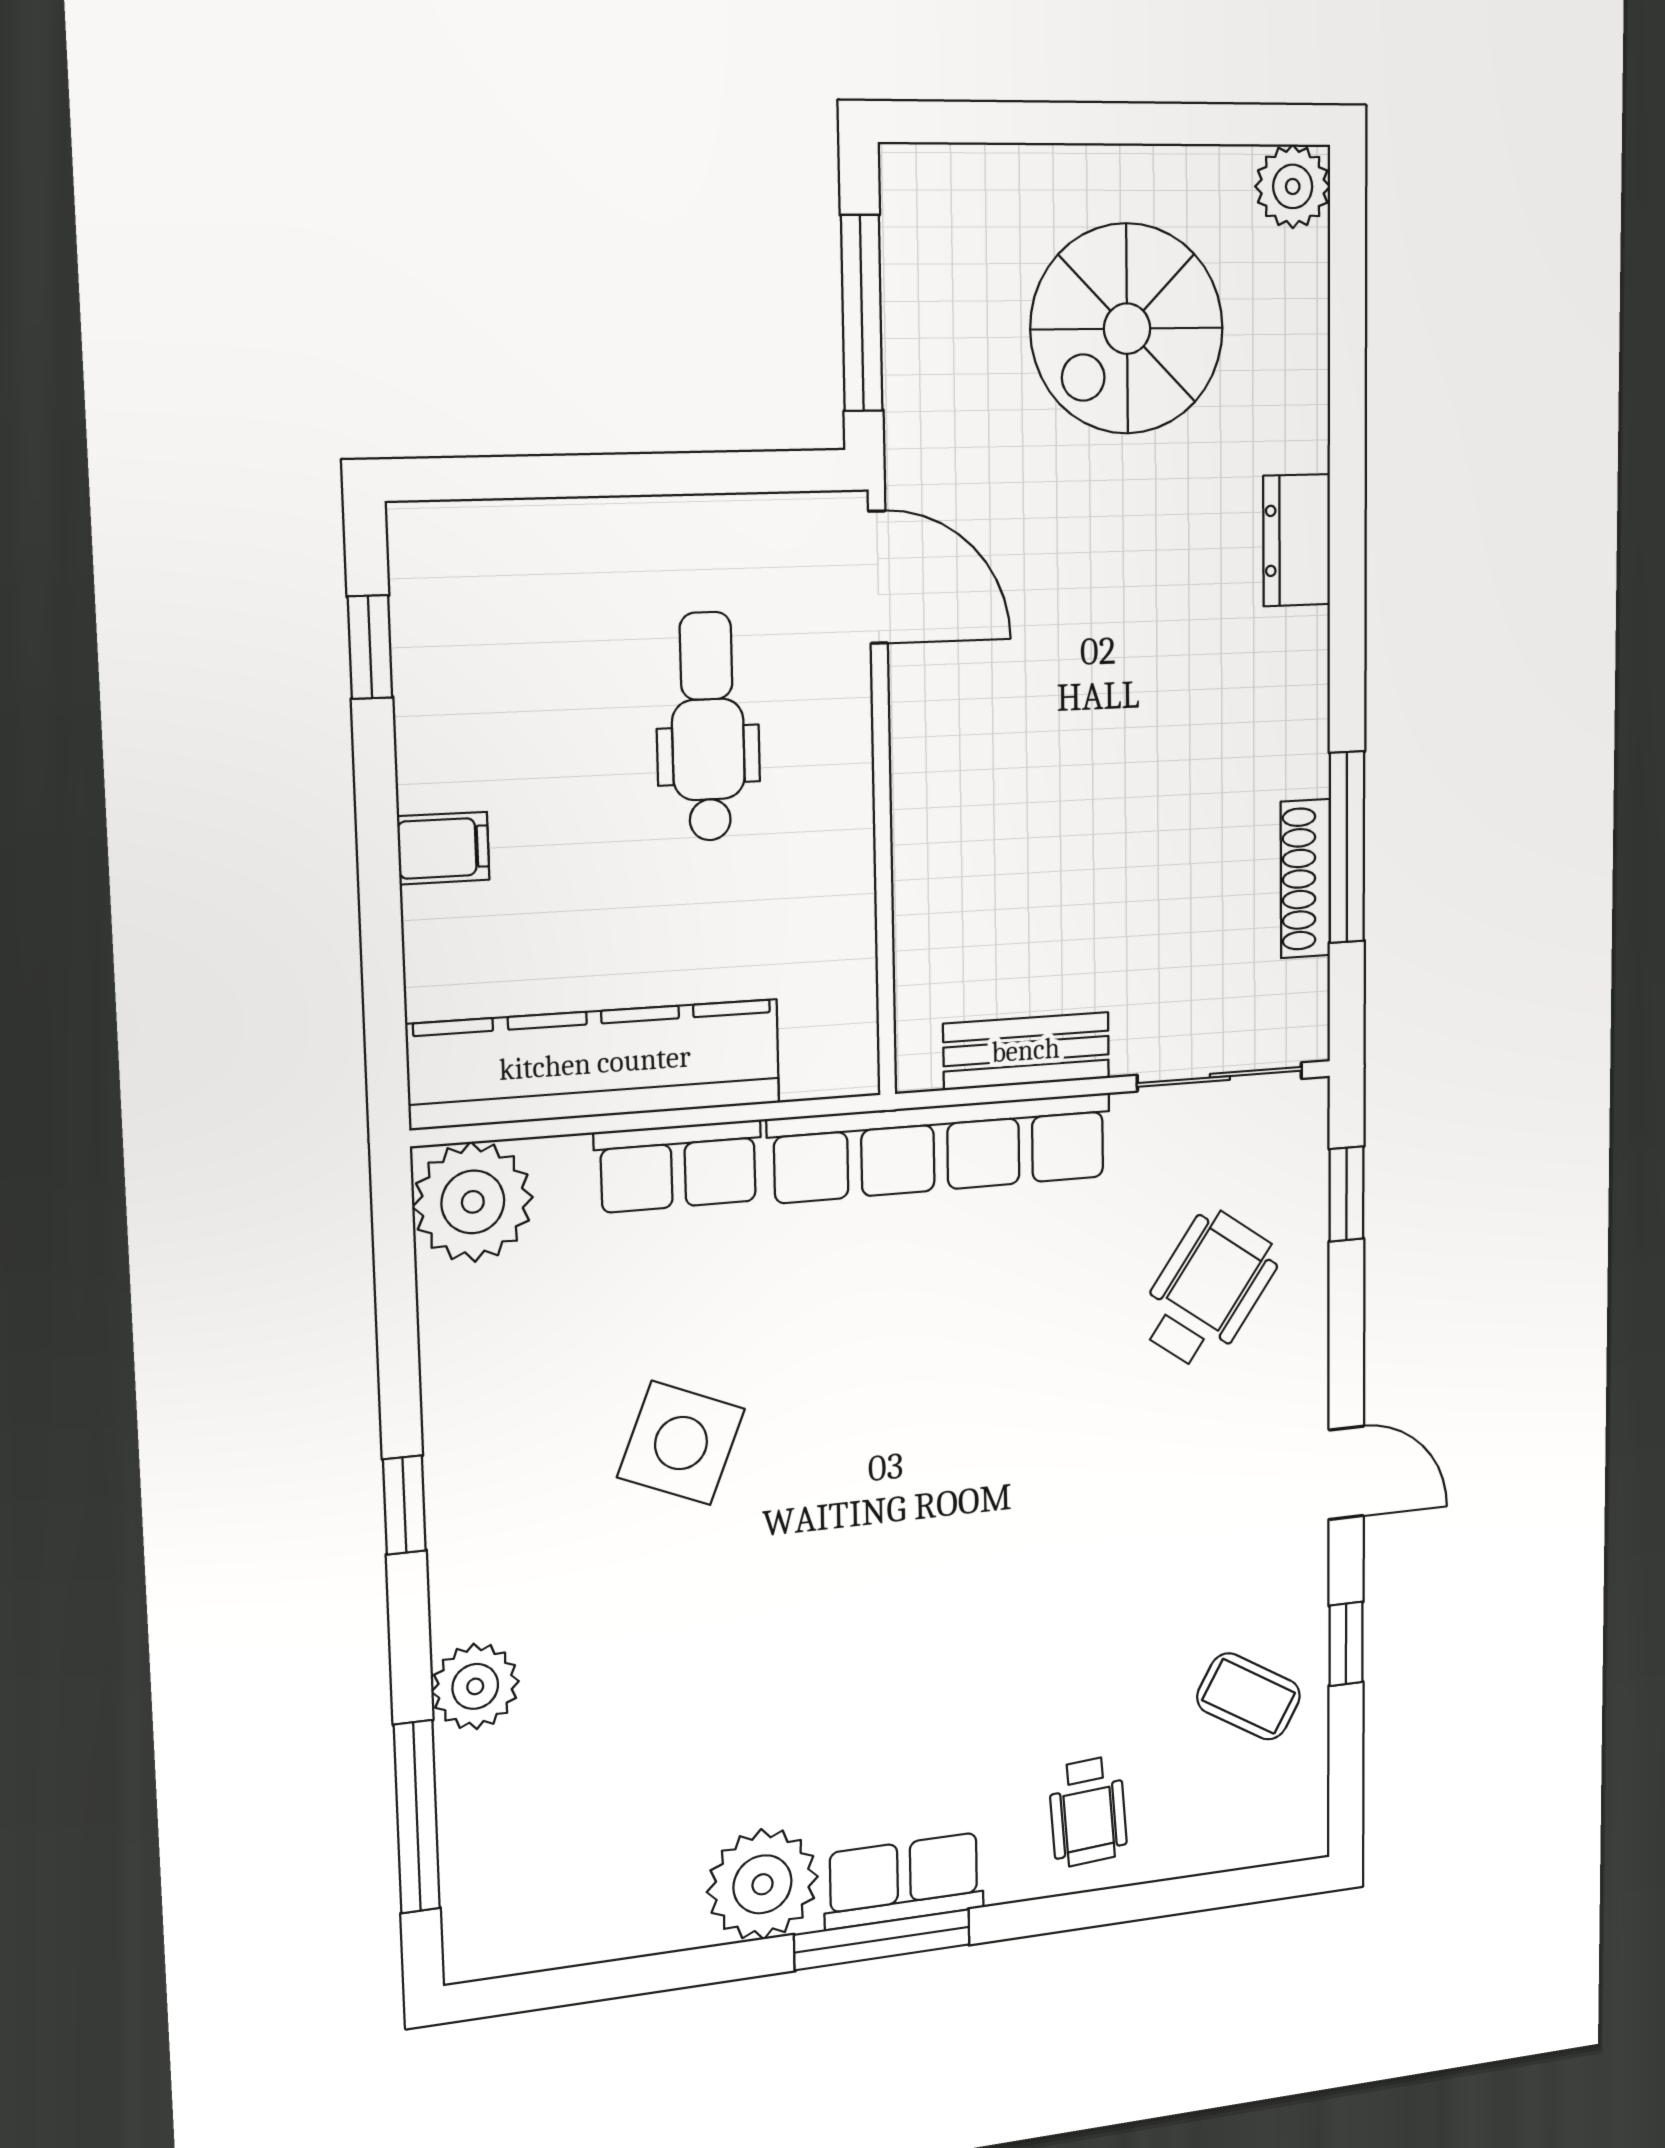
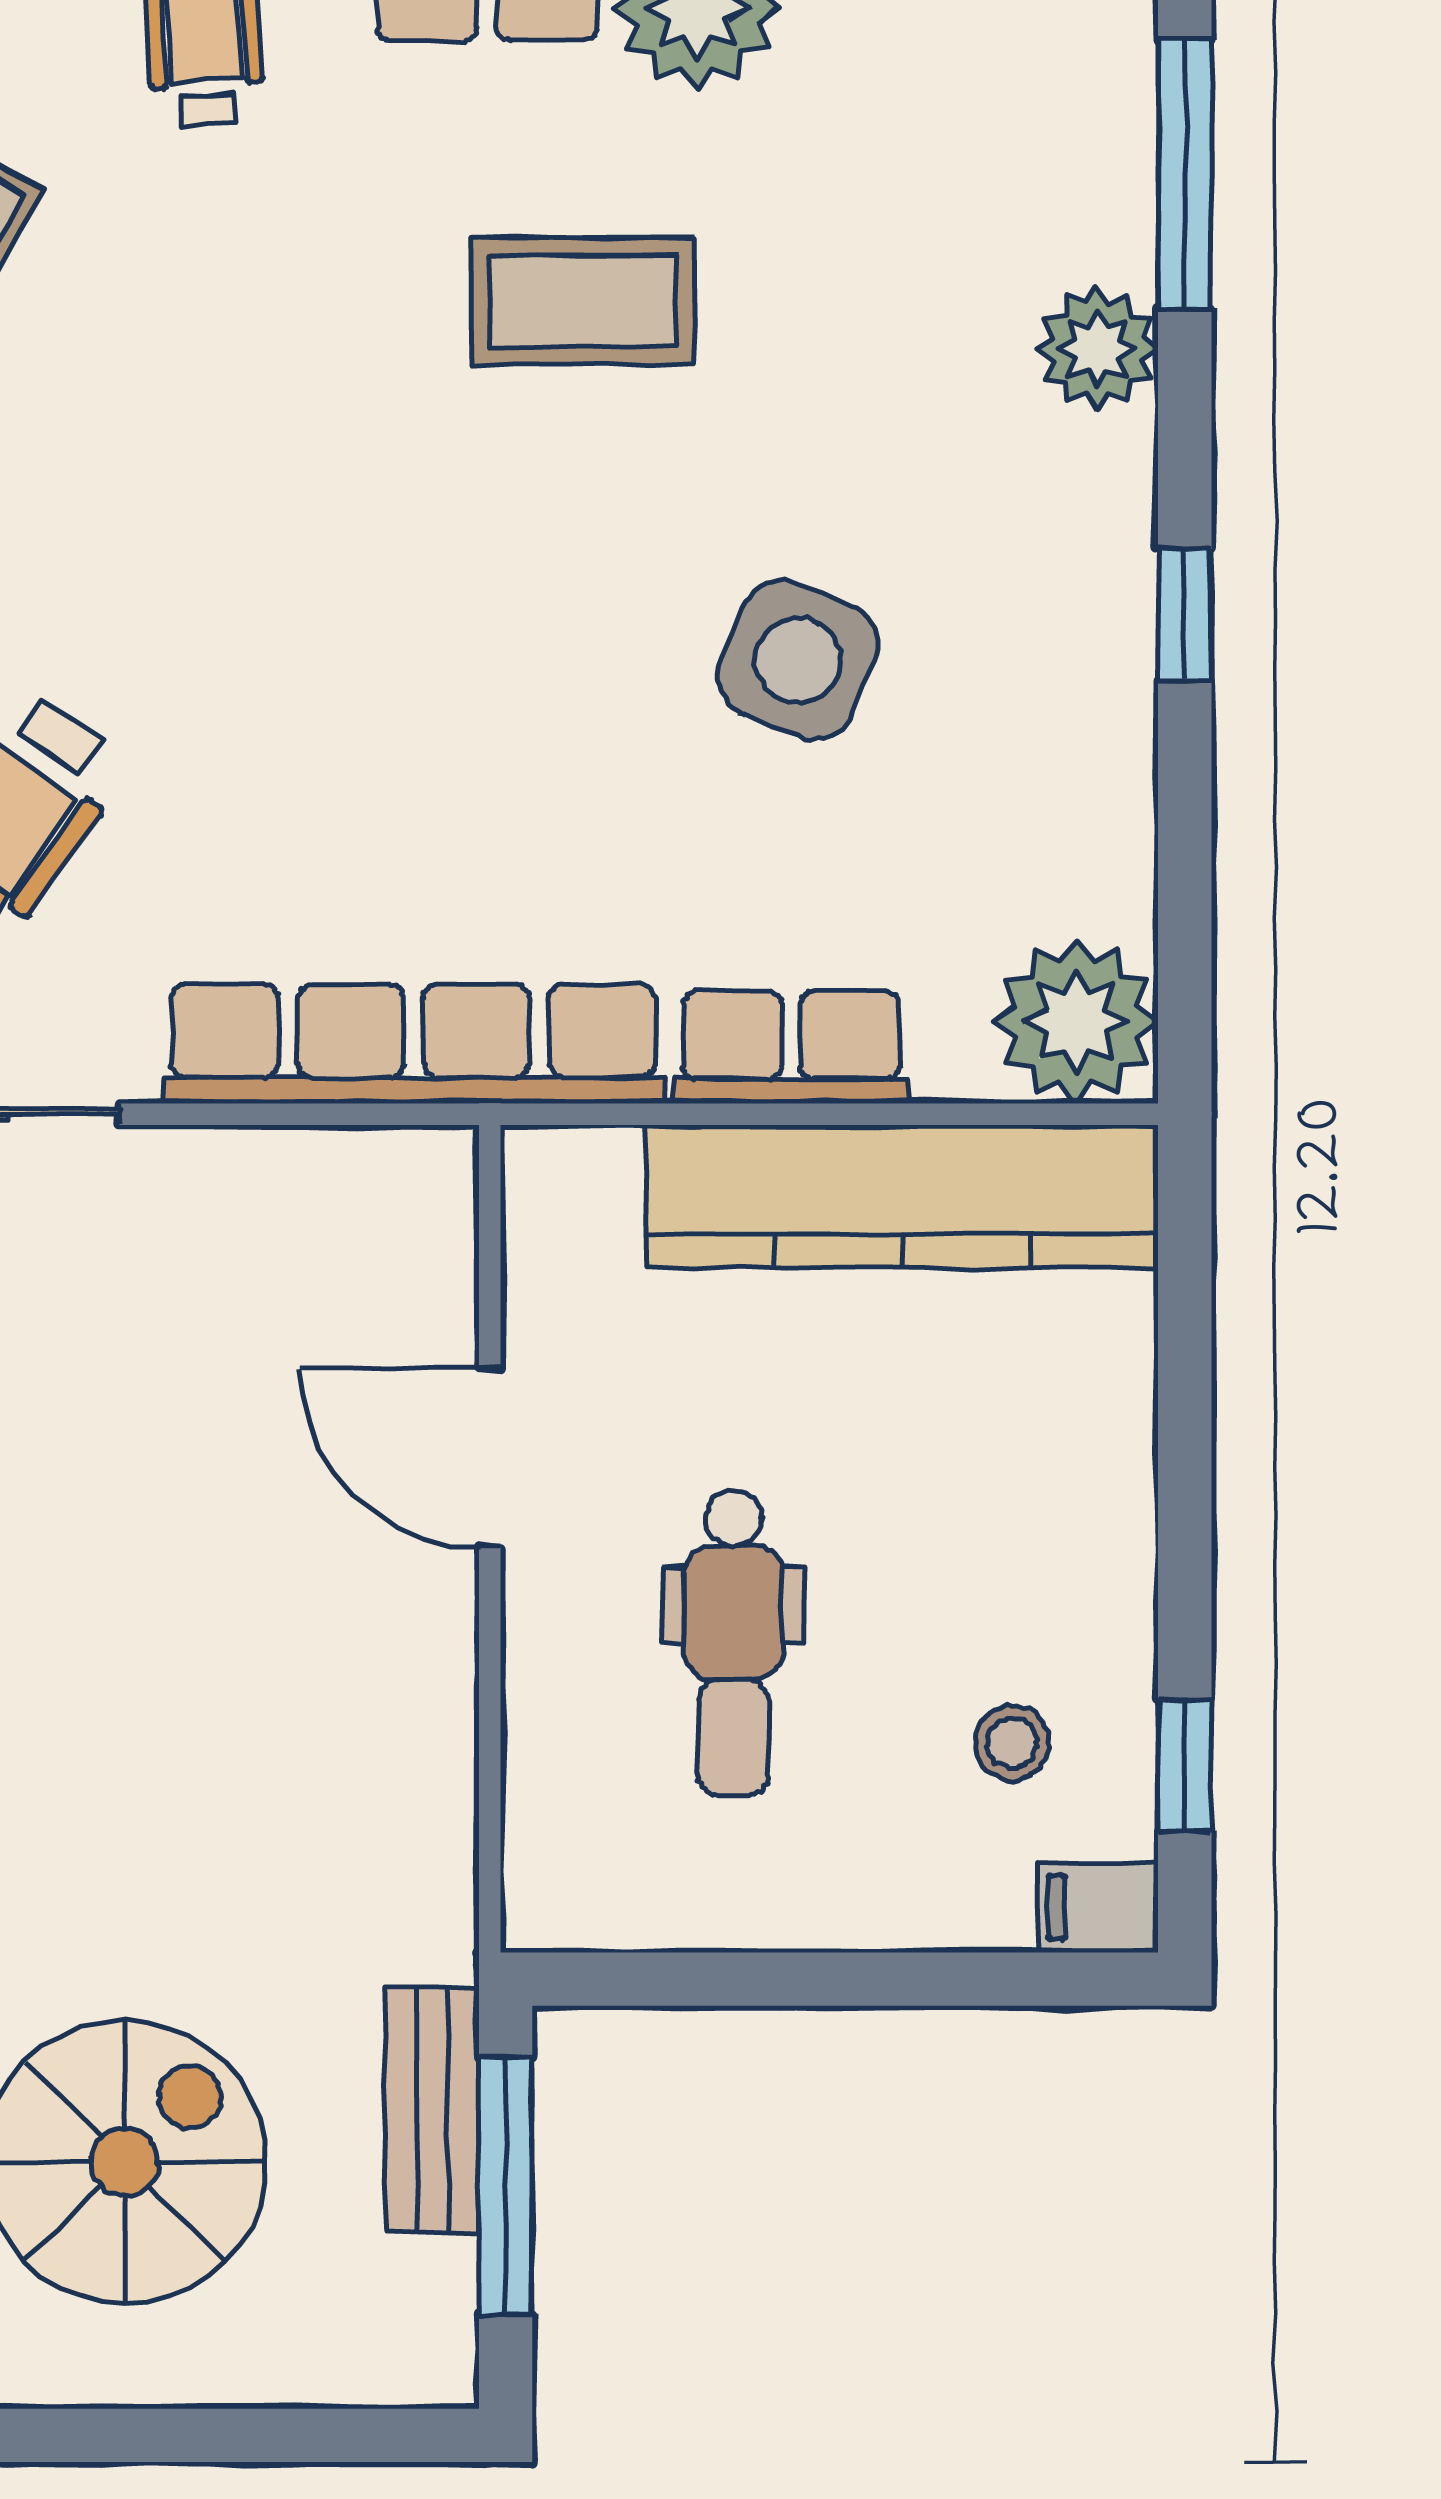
door: (878, 577) -> (490, 1458), moved
stool: (501, 659) -> (1012, 1743), added
filing cabinet: (443, 848) -> (1098, 1908), moved
bench: (1026, 1051) -> (432, 2110), moved, turned 90
coffee table: (835, 1675) -> (583, 301), added

